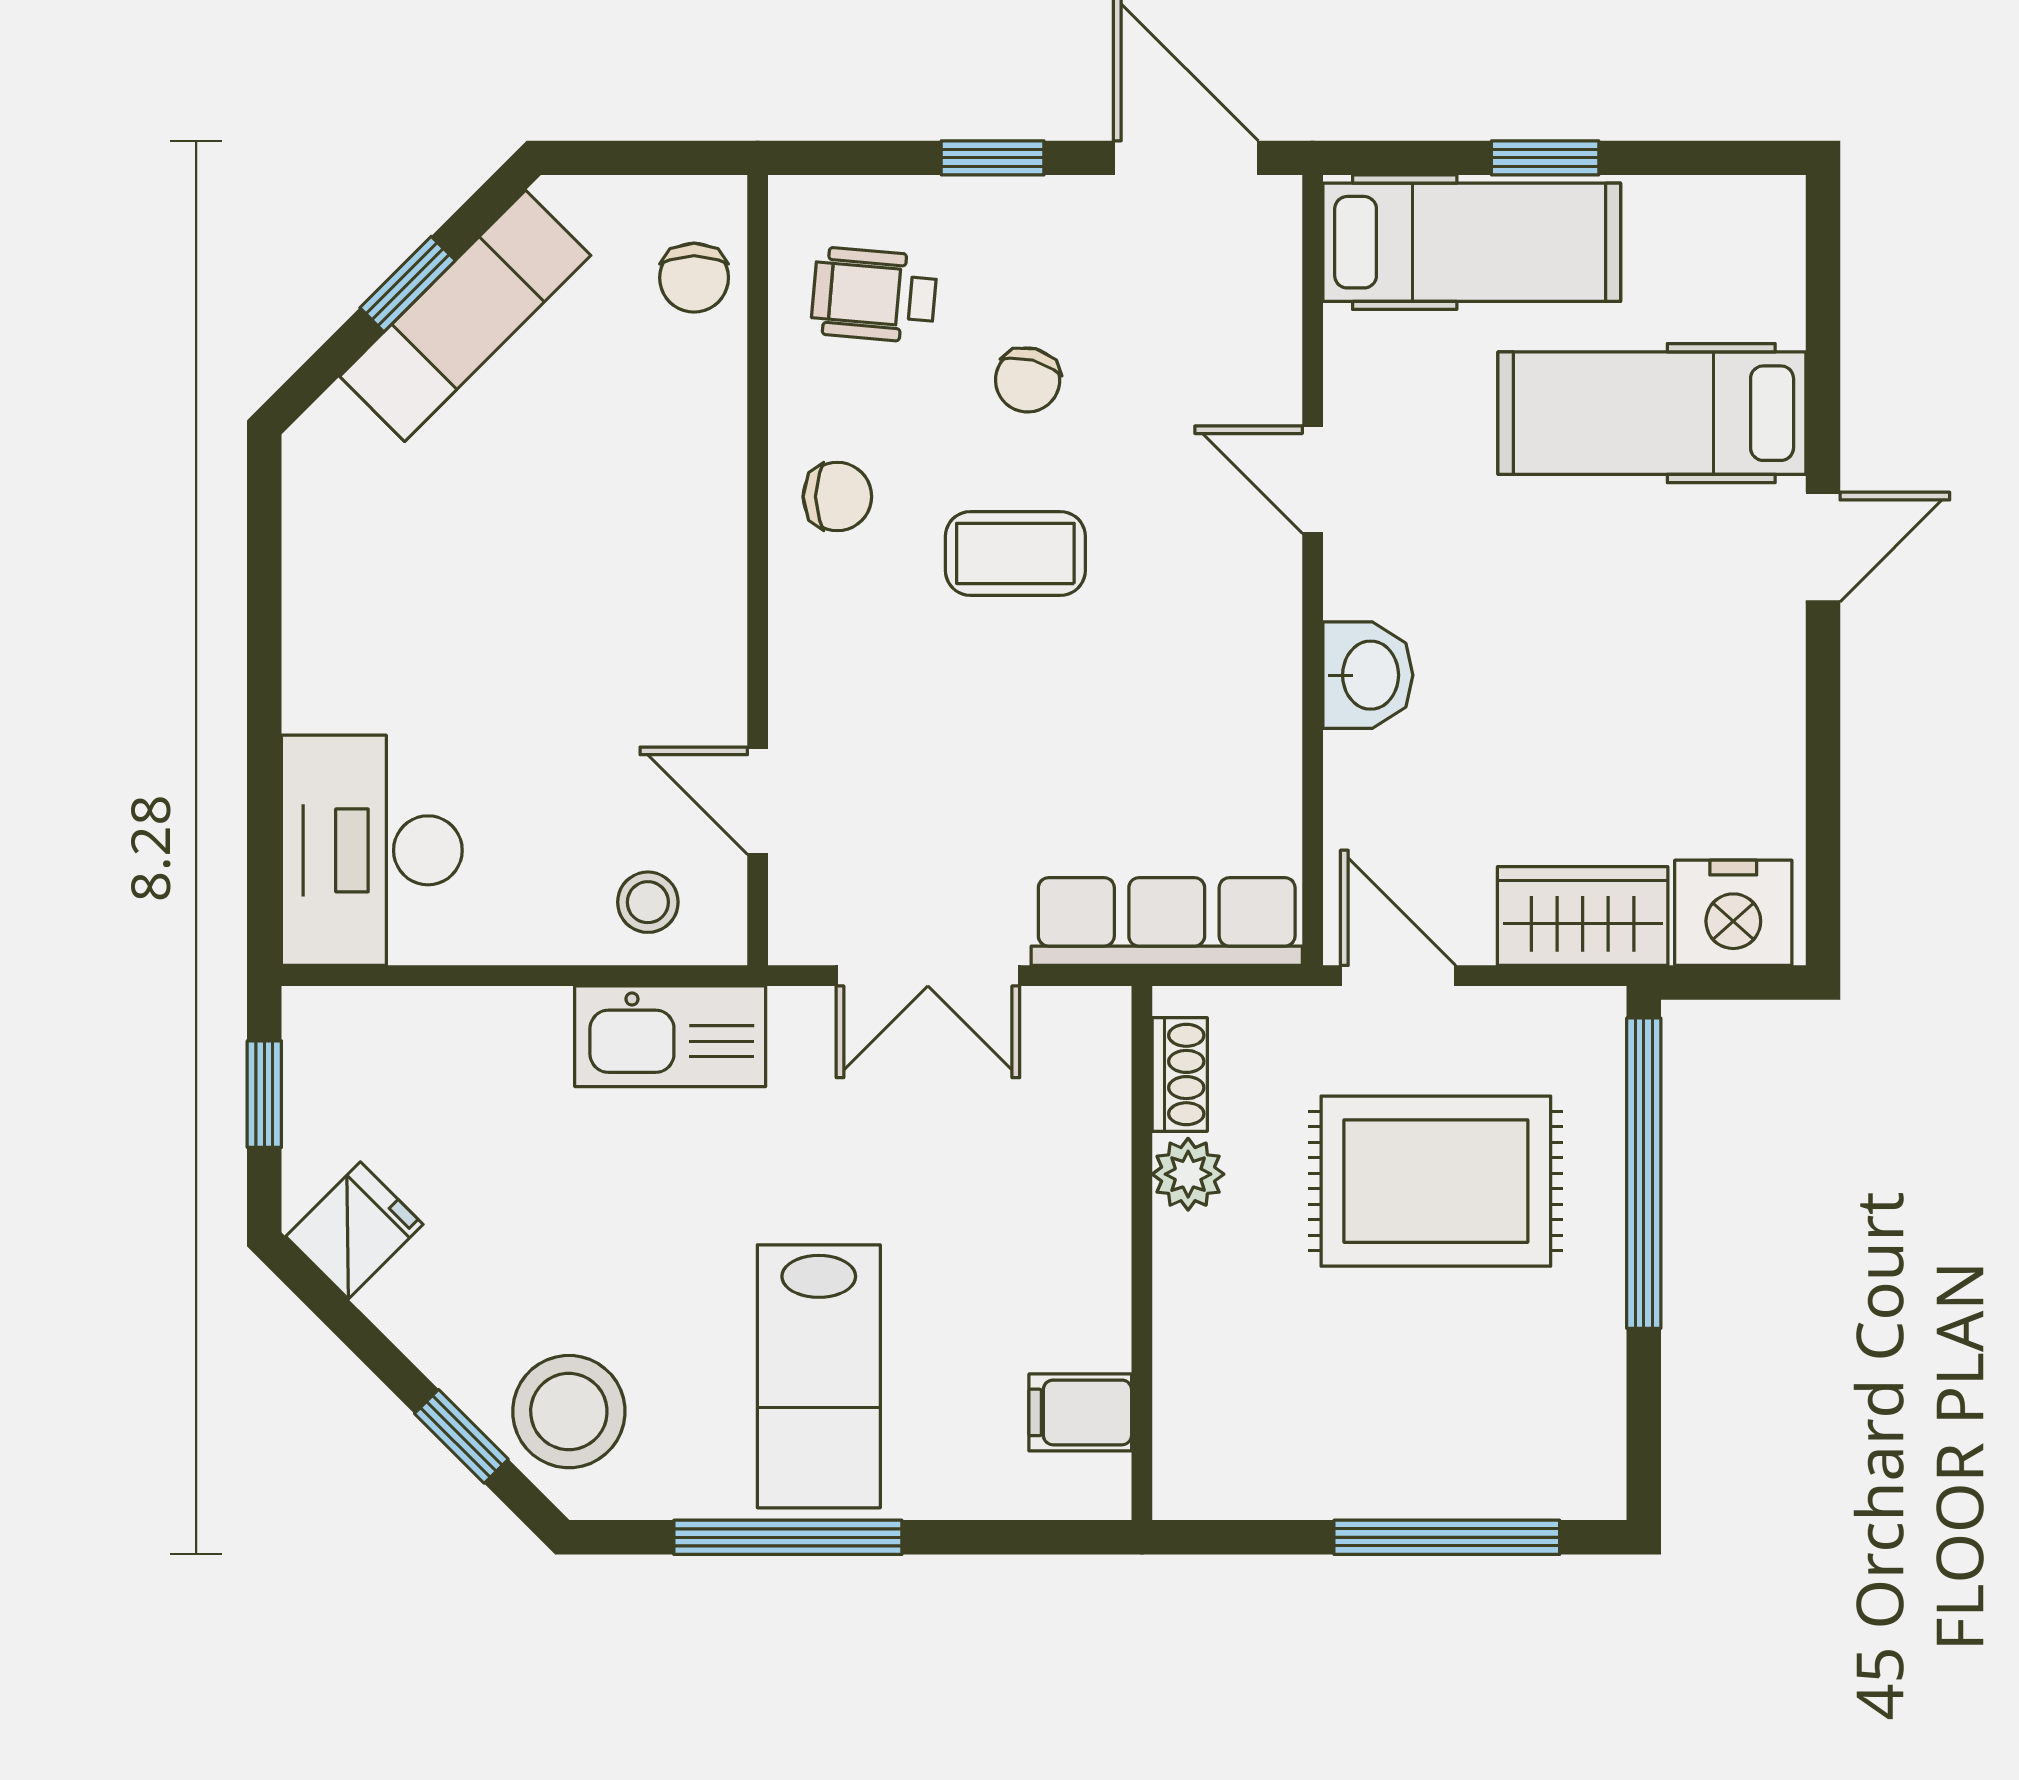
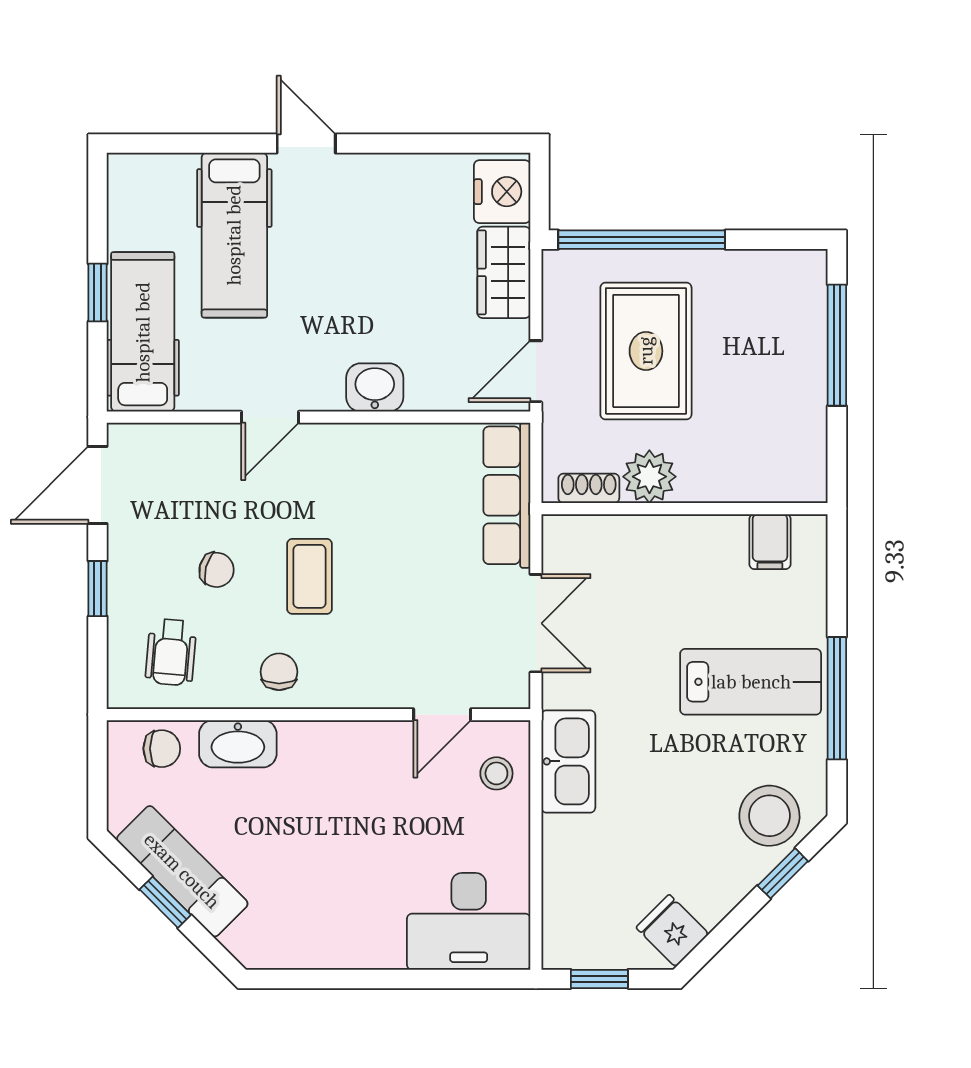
washbasin: (703, 420) -> (238, 744), added
plant: (1188, 1174) -> (649, 477), width x1.38, depth x1.38

